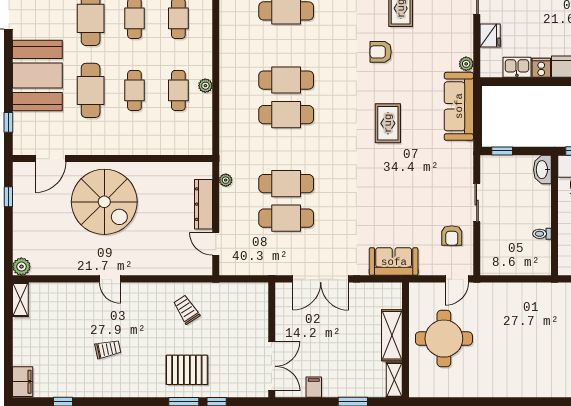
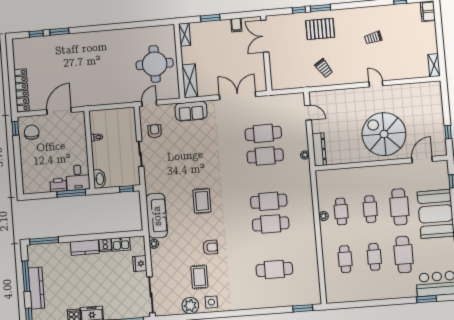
dresser: (204, 204) -> (319, 149), moved
plant: (21, 267) -> (435, 87), removed
shelving: (392, 335) -> (190, 81), moved

